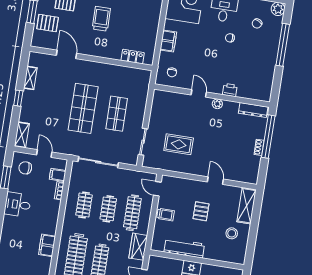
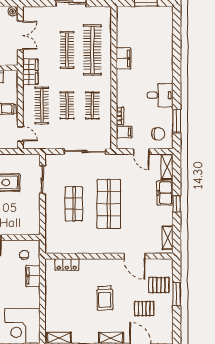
filing cabinet: (168, 41) -> (33, 276), moved
shelving: (30, 78) -> (168, 238), moved
freezer: (28, 110) -> (165, 193), added

